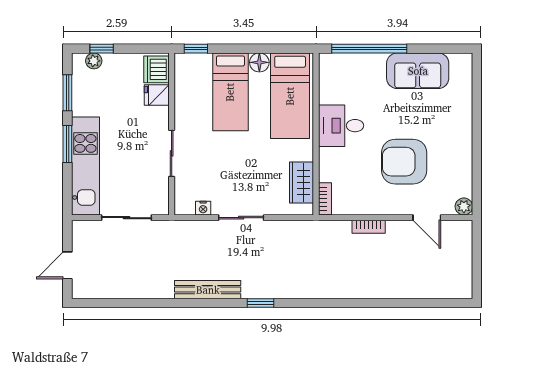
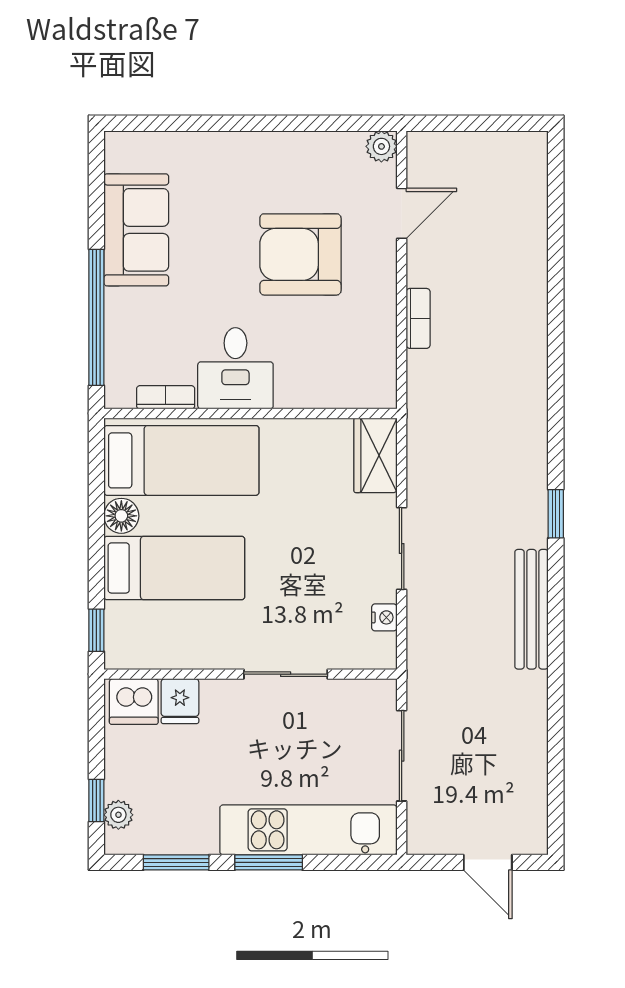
armchair: (404, 162) -> (300, 254), turned 90
wardrobe: (302, 183) -> (375, 455), moved, turned 90
bookcase: (325, 199) -> (166, 397), moved

